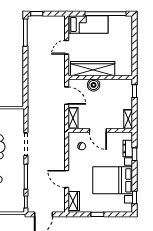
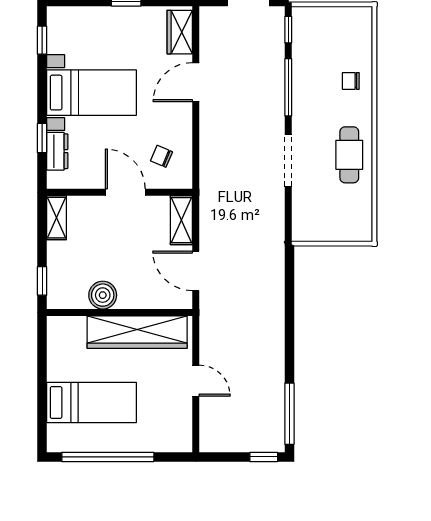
bed: (88, 24) -> (92, 402), moved, turned 180
door: (67, 47) -> (196, 381), hinge flipped
boiler: (94, 85) -> (103, 295), moved
door: (67, 179) -> (196, 82), swing flipped
bed with nightstands: (113, 180) -> (91, 93), width x0.73

